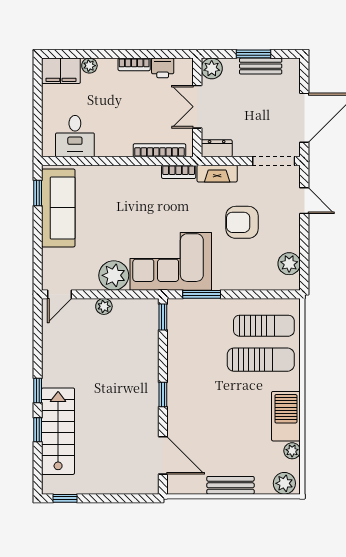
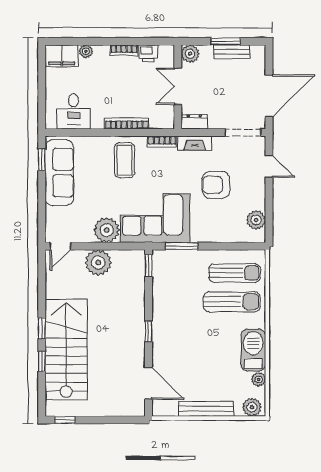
bookcase: (159, 150) -> (127, 123), moved
coffee table: (135, 193) -> (124, 160), added
plant: (104, 306) -> (98, 262), width x1.87, depth x1.87
stairs: (58, 431) -> (66, 349), width x1.36, depth x1.51
bench: (230, 485) -> (206, 409), width x1.36

